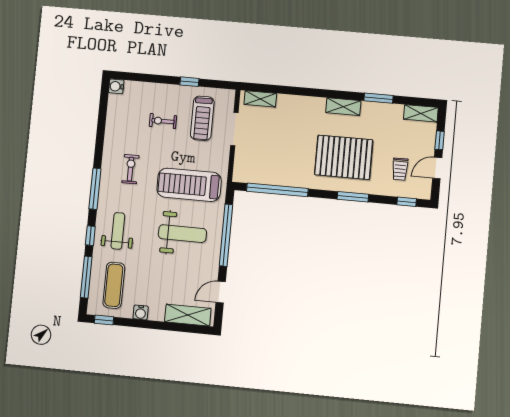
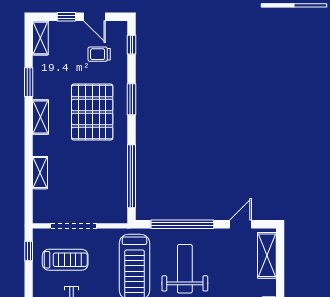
window: (189, 82) -> (29, 251), moved
shelving: (260, 99) -> (40, 173), moved
doorway: (234, 129) -> (73, 226), width x1.36
trolley: (400, 169) -> (99, 54), turned 180
door: (221, 292) -> (241, 224), swing flipped

